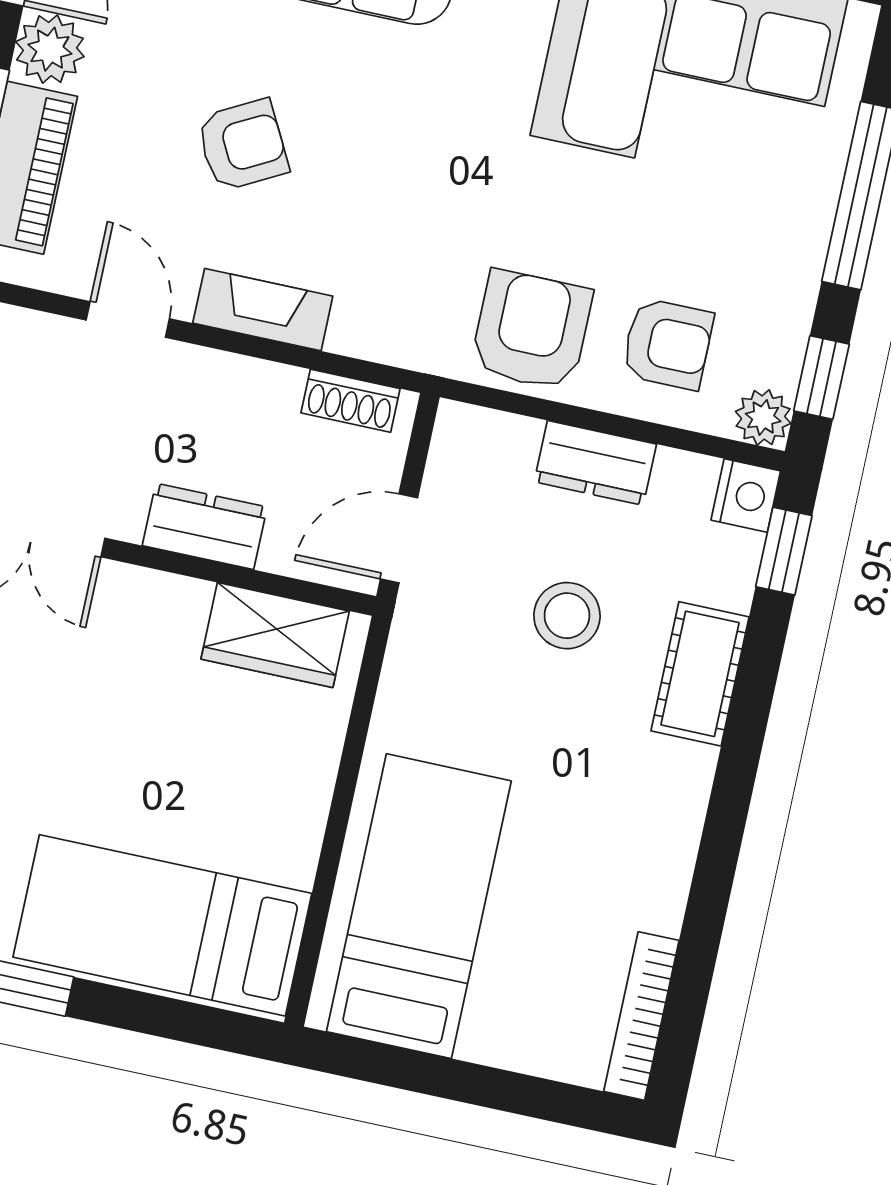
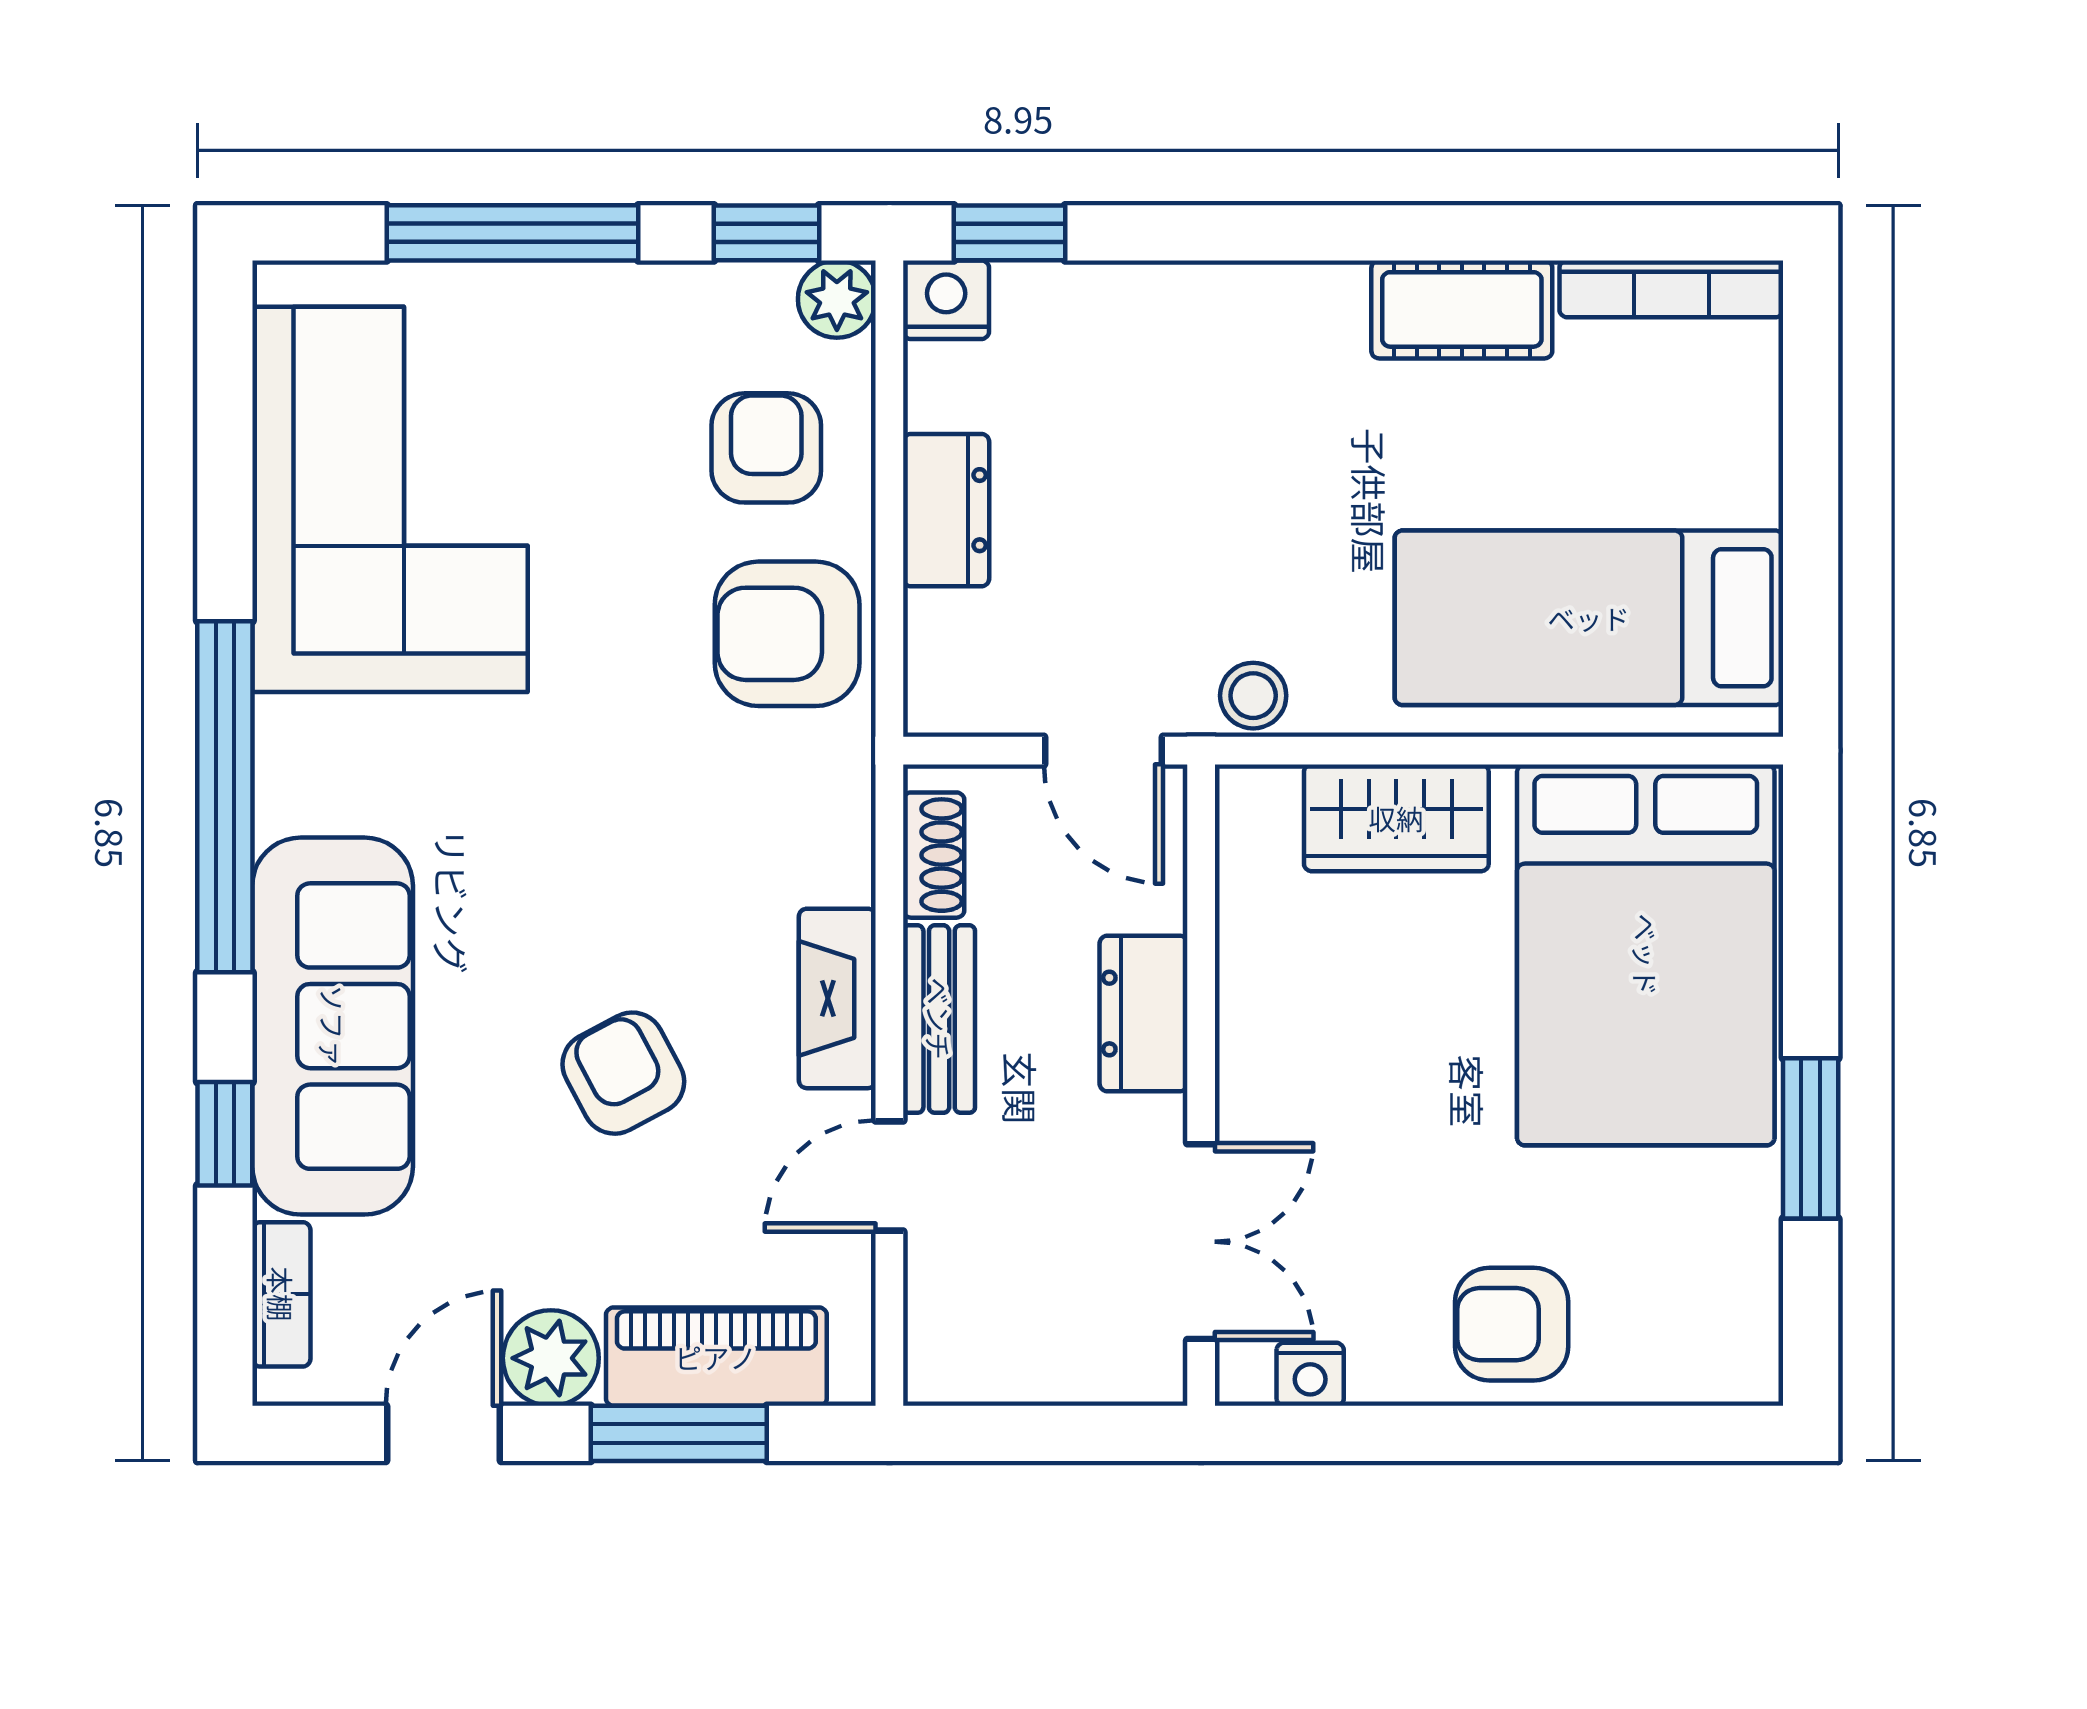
bench: (232, 379) -> (939, 1019), added
stool: (567, 616) -> (1253, 696), moved, width x0.73, depth x0.73
wardrobe: (275, 635) -> (1396, 818), moved, turned 90
cot: (700, 674) -> (1462, 309), moved
bed: (162, 925) -> (1646, 955), width x1.50

